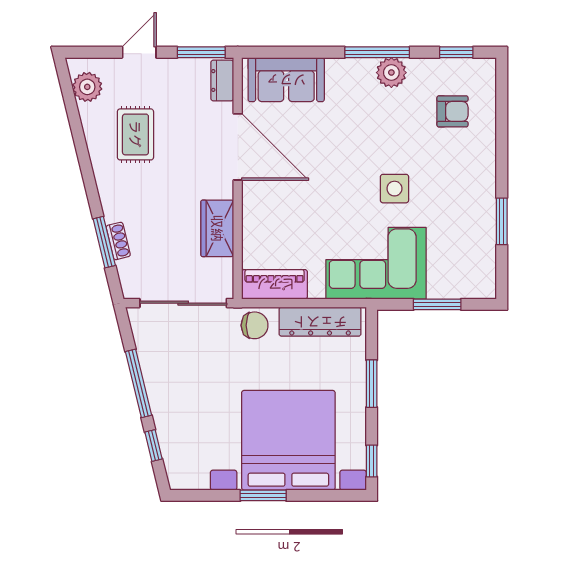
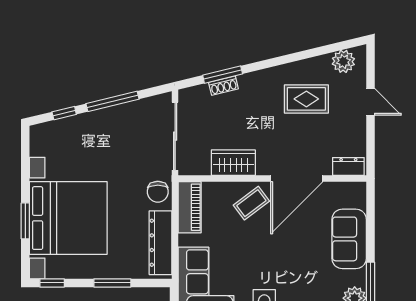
window: (201, 52) -> (370, 150), removed
sofa: (286, 80) -> (349, 239), moved
coffee table: (269, 205) -> (251, 203), added
window: (263, 495) -> (25, 221), moved

